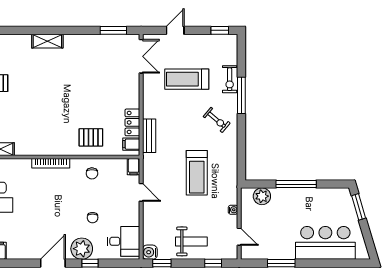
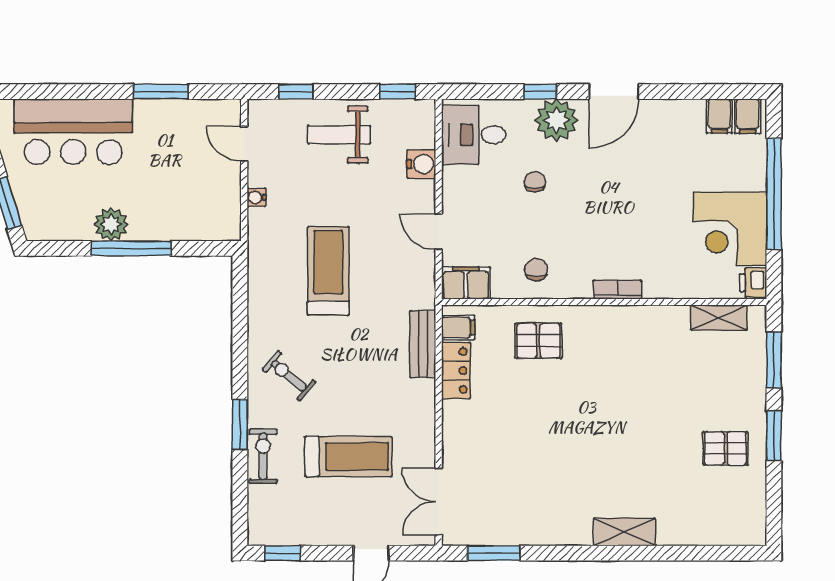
window: (241, 95) -> (240, 424), width x0.69
bookcase: (51, 163) -> (618, 290), width x0.64
filing cabinet: (134, 167) -> (466, 283), width x2.00
plant: (262, 196) -> (111, 224), moved
water cooler: (150, 252) -> (421, 164), moved

